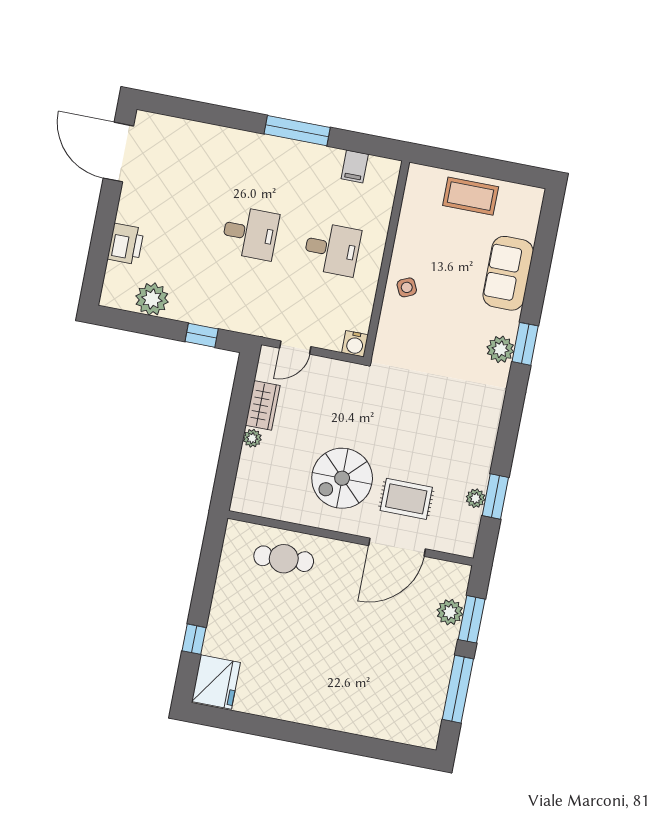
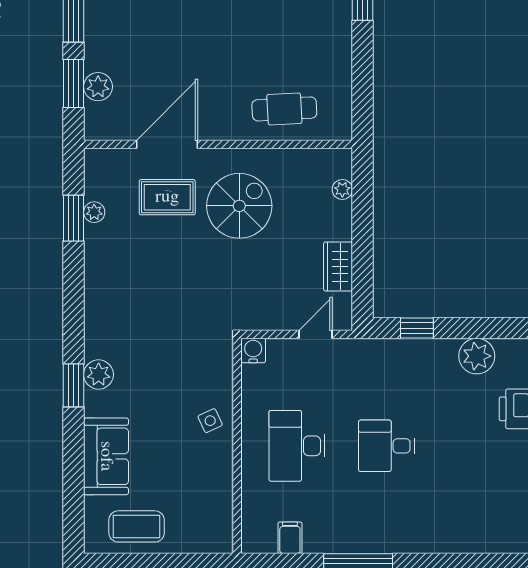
coffee table: (471, 196) -> (137, 526), moved
desk: (332, 249) -> (297, 446), width x1.37
plant: (252, 438) -> (342, 189), moved

